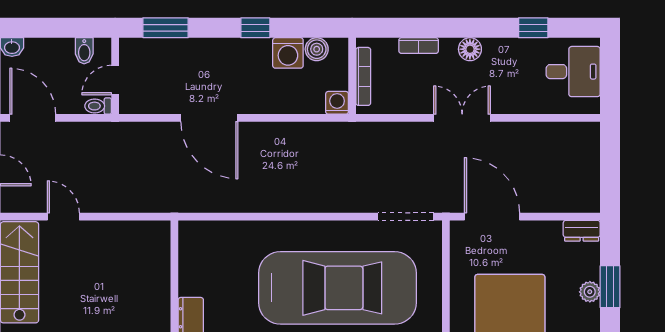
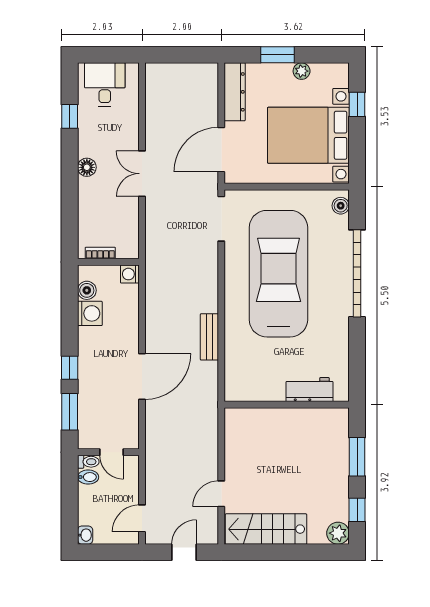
window: (255, 28) -> (70, 368), moved
bookcase: (419, 46) -> (84, 209), removed
bookcase: (363, 76) -> (100, 253), width x0.64
toilet: (98, 106) -> (88, 462), moved, turned -90
door: (33, 118) -> (142, 518), width x0.73
bench: (259, 202) -> (209, 337), added
dresser: (582, 231) -> (235, 92), width x1.96, depth x1.24
plant: (590, 292) -> (302, 71), moved

